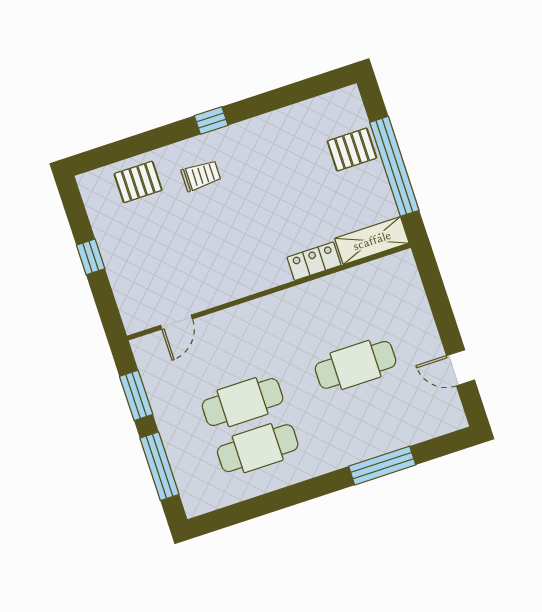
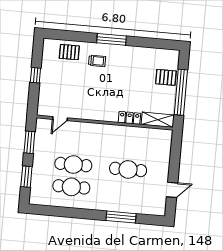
window: (211, 121) -> (112, 39), width x2.17
door: (461, 368) -> (172, 190), swing flipped
window: (159, 466) -> (26, 177), width x0.69

